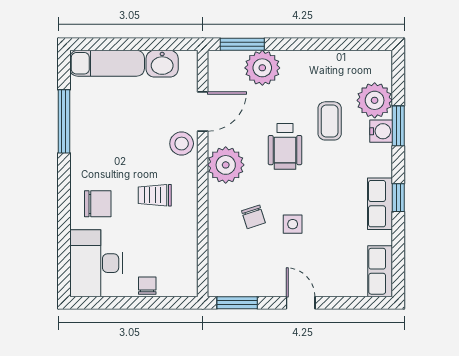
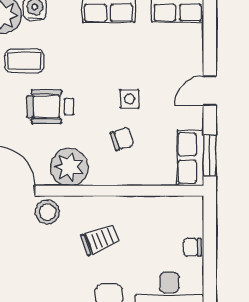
wheelchair: (285, 146) -> (50, 107), turned 180
trolley: (155, 195) -> (100, 239), turned -111
row of seats: (235, 284) -> (190, 158), added

